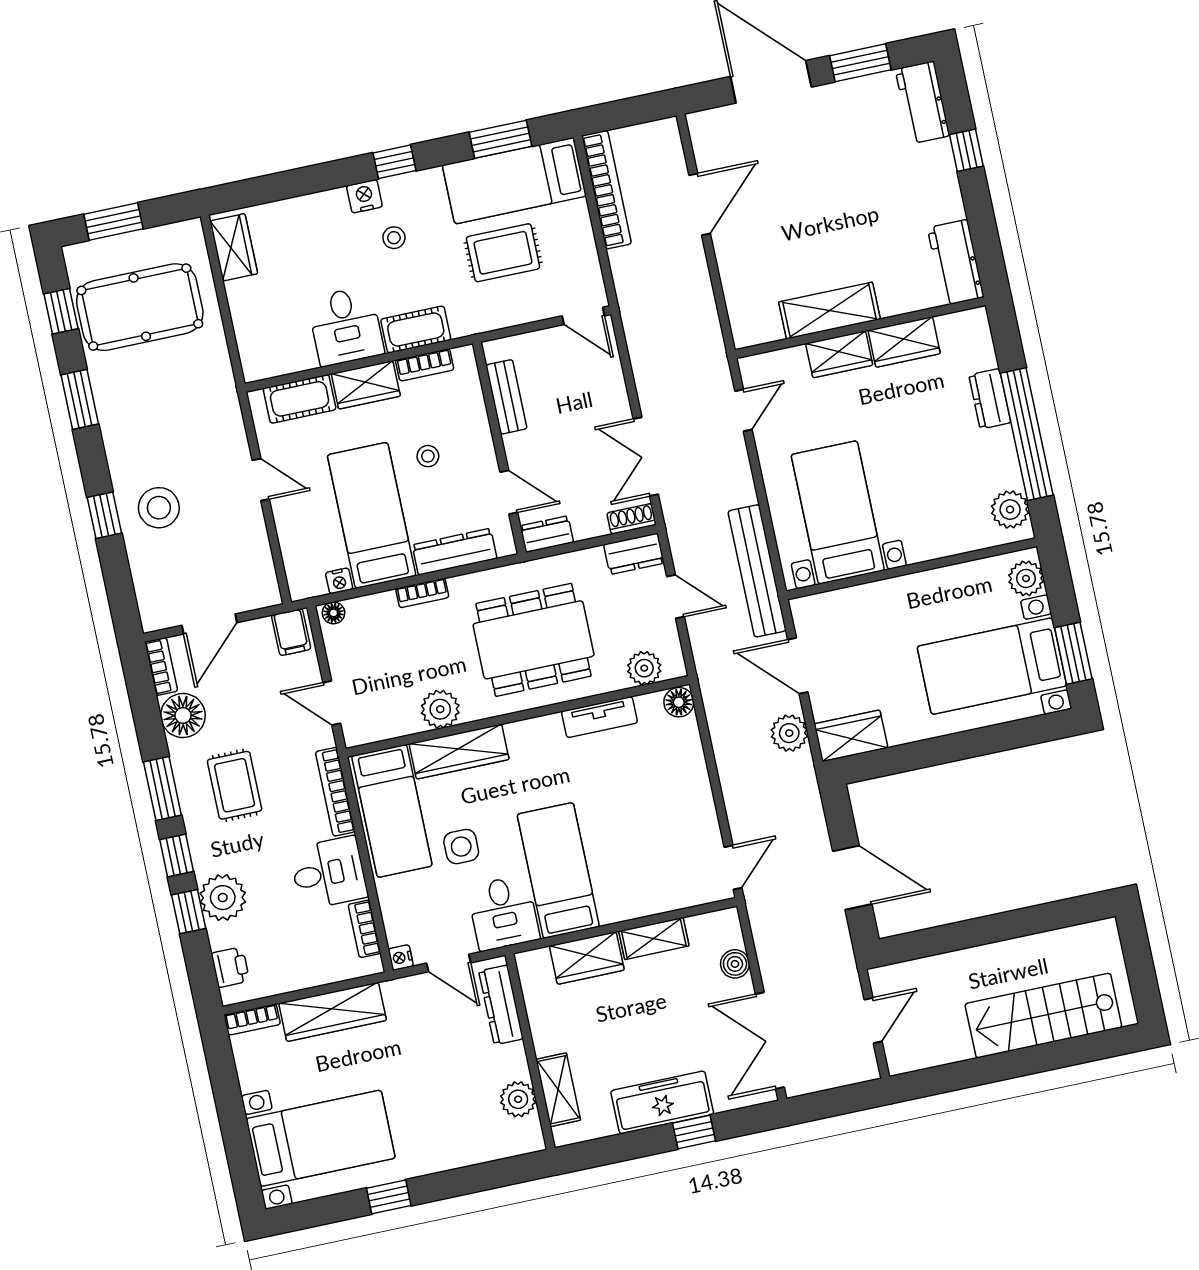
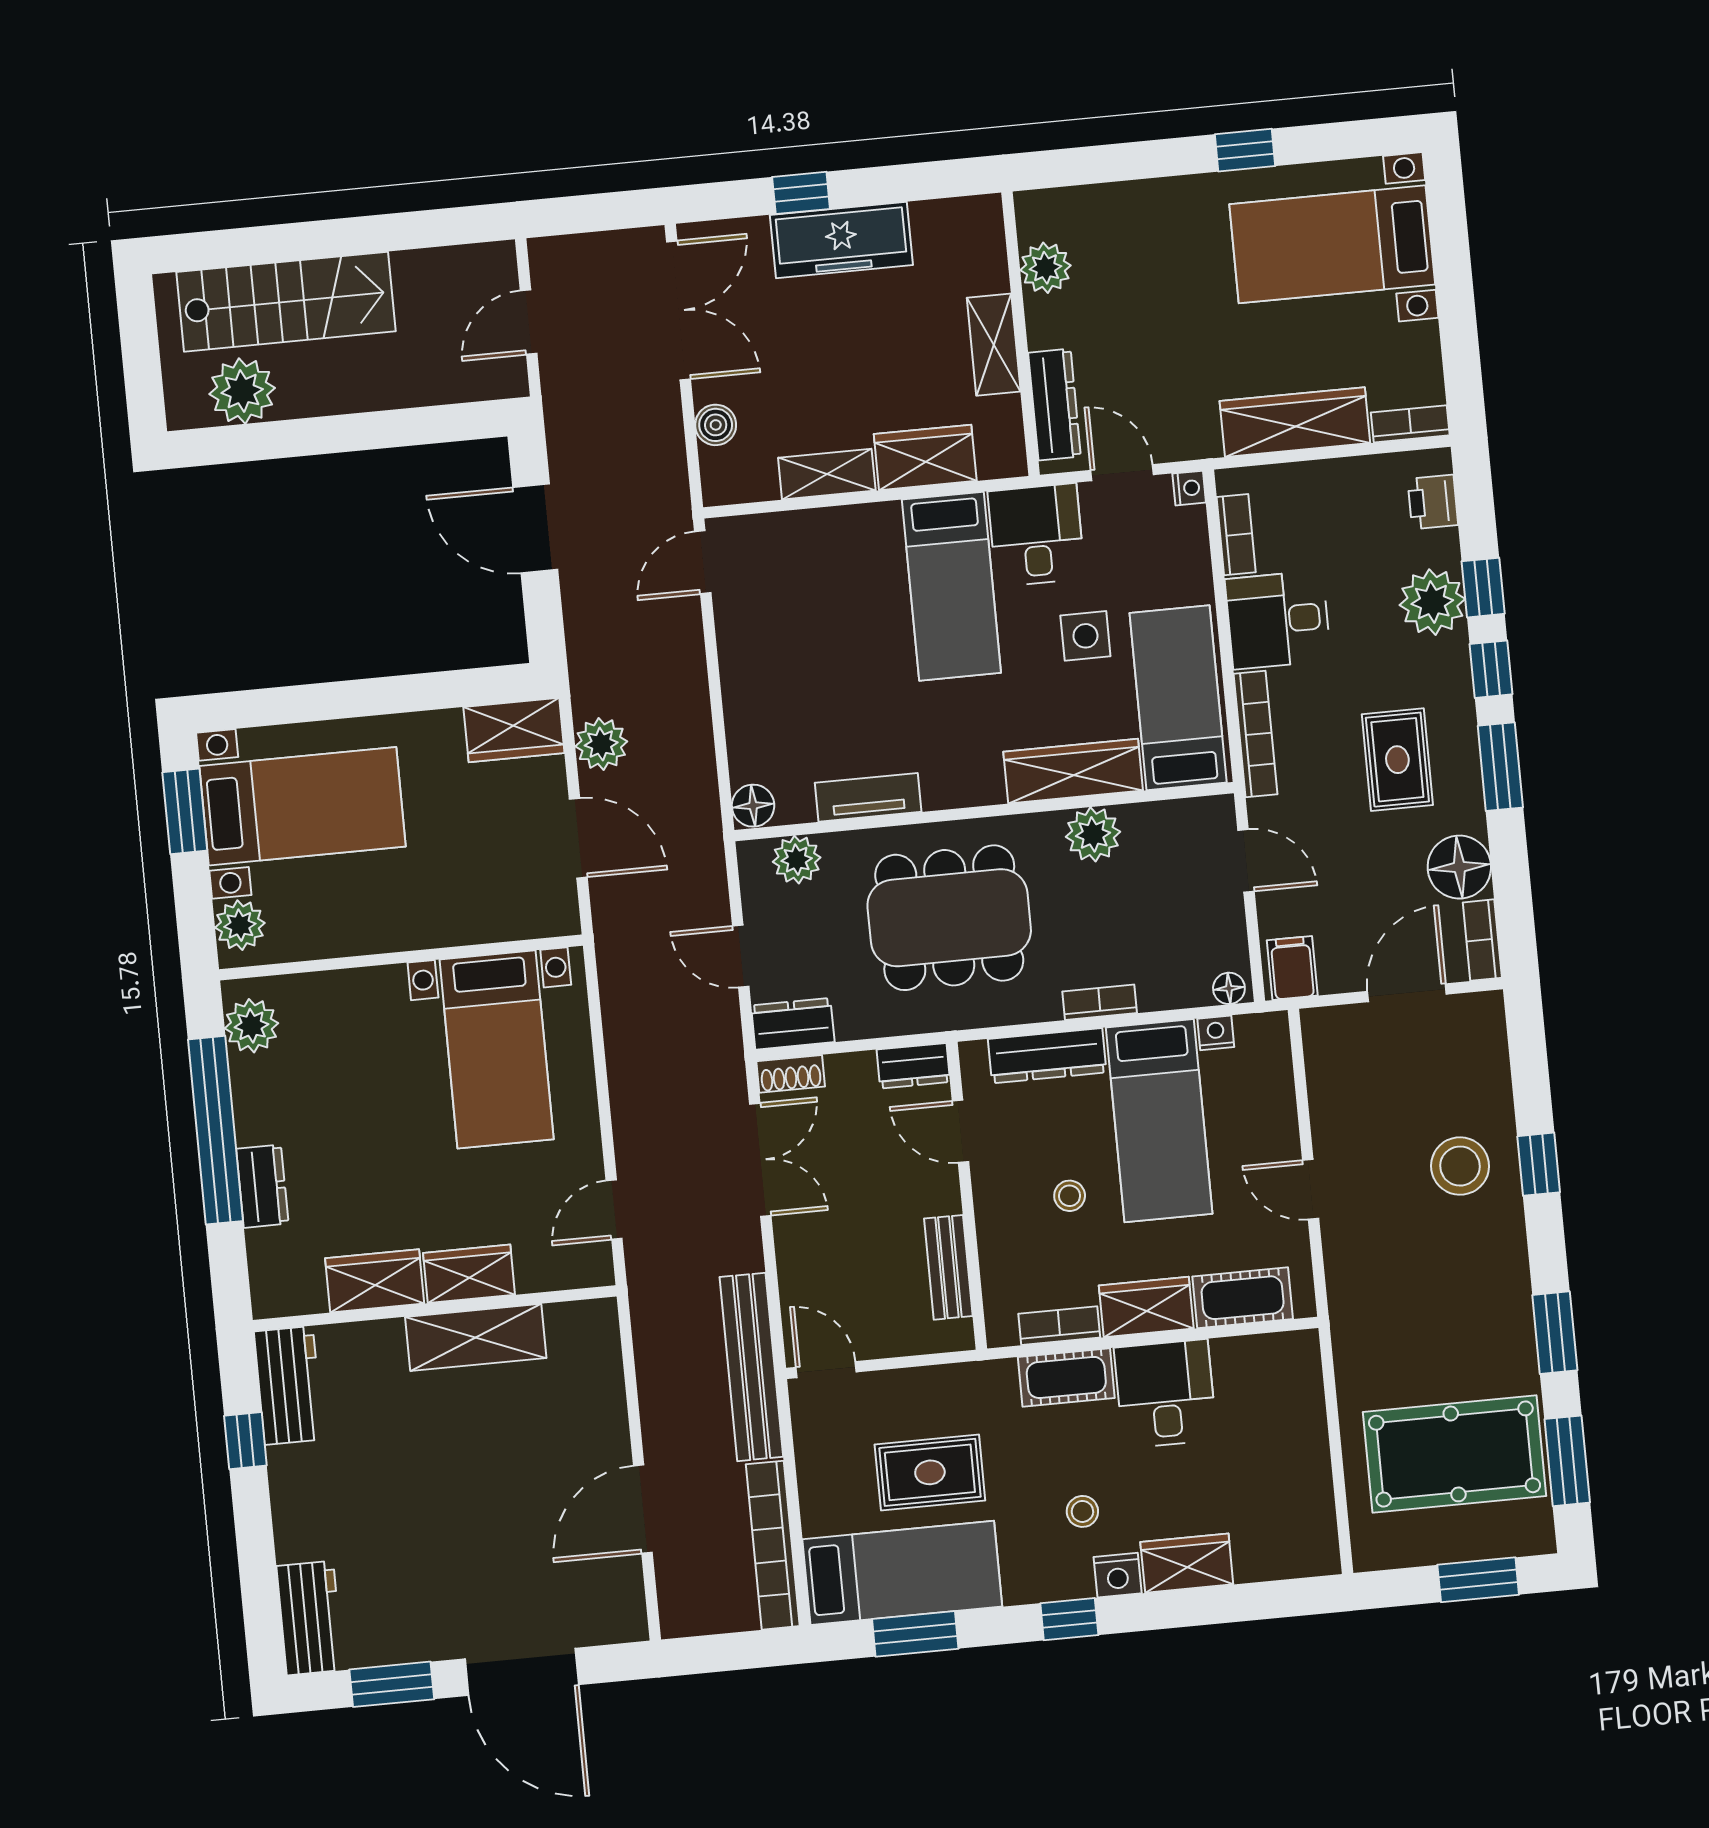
window: (966, 150) -> (245, 1441), moved
wardrobe: (234, 247) -> (1187, 1563), moved, turned 90
window: (61, 311) -> (1567, 1461), width x1.50
bench: (757, 571) -> (751, 1367), moved
plant: (1067, 950) -> (242, 391), added
shelving: (558, 1090) -> (994, 345), moved

